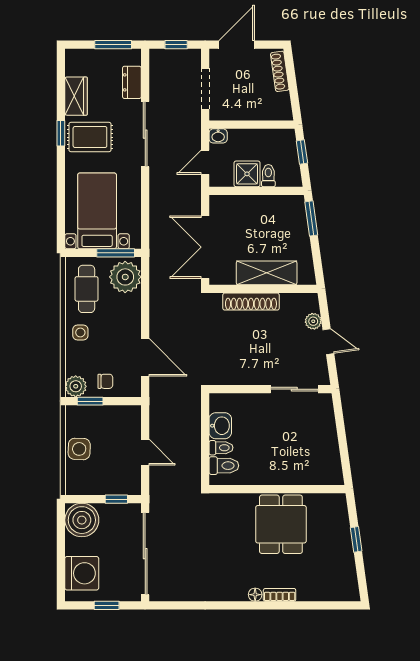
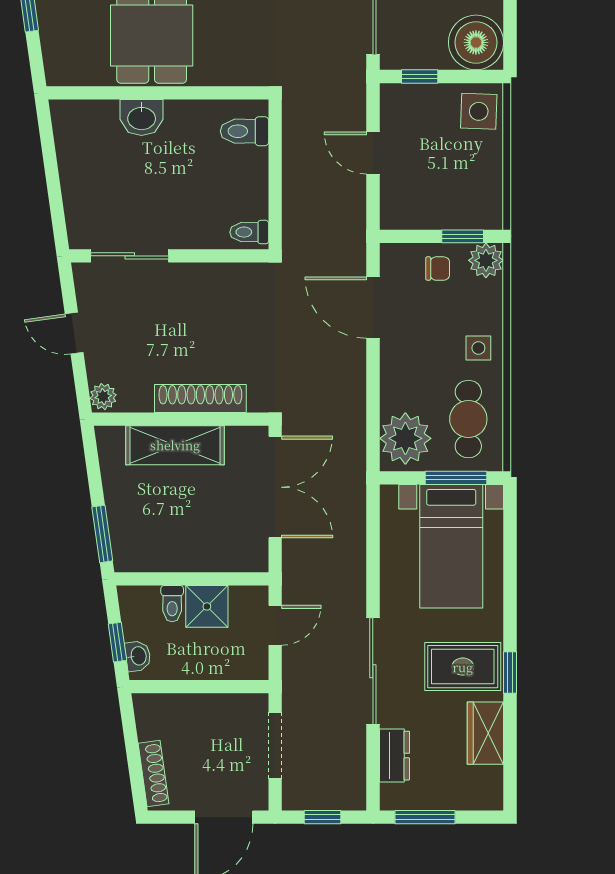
washbasin: (218, 136) -> (138, 656), moved, turned 82
window: (116, 253) -> (456, 478), moved
plant: (313, 321) -> (103, 397), moved
chair: (105, 381) -> (438, 269), turned 180
washbasin: (220, 426) -> (142, 117), moved, turned -90
toilet: (221, 448) -> (249, 232), moved
side table: (79, 449) -> (479, 111), moved

